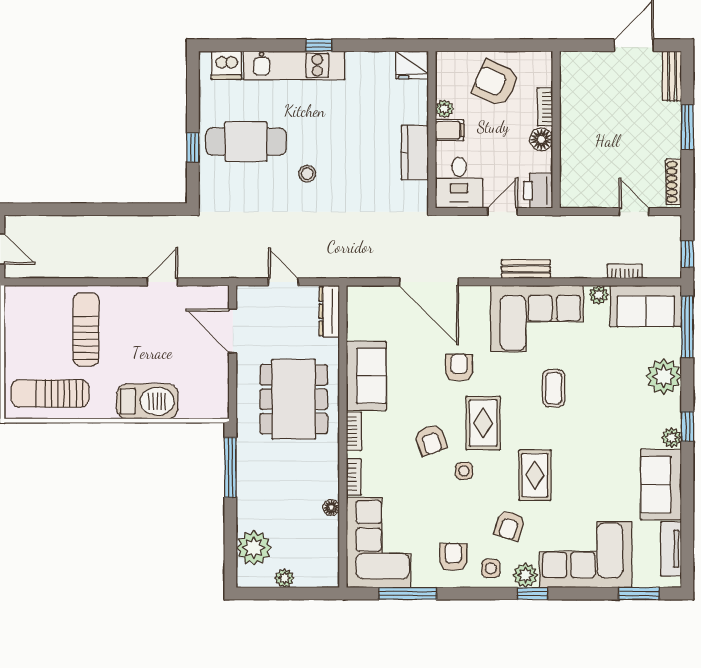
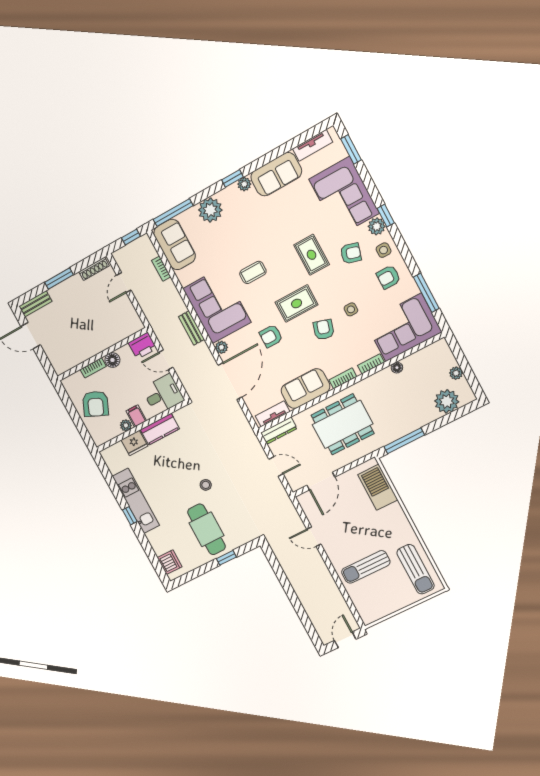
kitchen unit: (294, 65) -> (136, 501), moved
fridge: (412, 65) -> (134, 443), moved, turned 90
door: (283, 282) -> (276, 466), swing flipped
plant: (599, 295) -> (222, 347), moved
tv unit: (356, 315) -> (273, 414), added
barbecue: (147, 401) -> (378, 487), moved
armchair: (431, 440) -> (324, 330), turned -54
side table: (464, 471) -> (351, 309), moved
rug: (535, 475) -> (312, 255), turned 90

